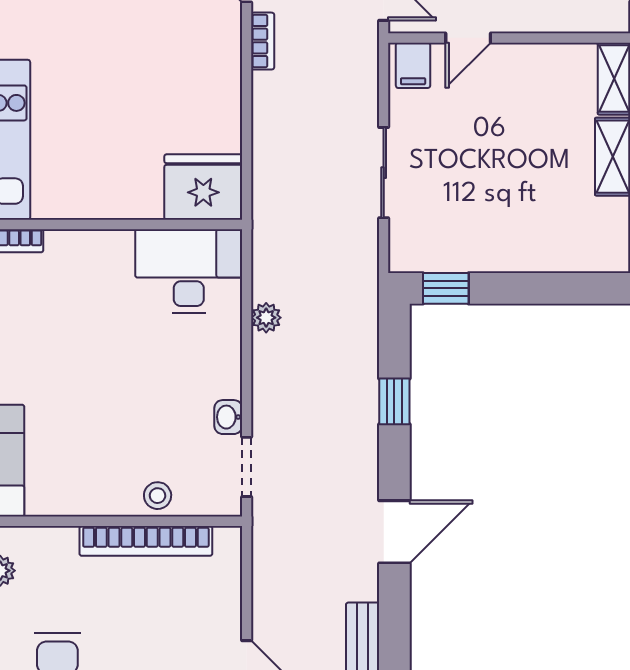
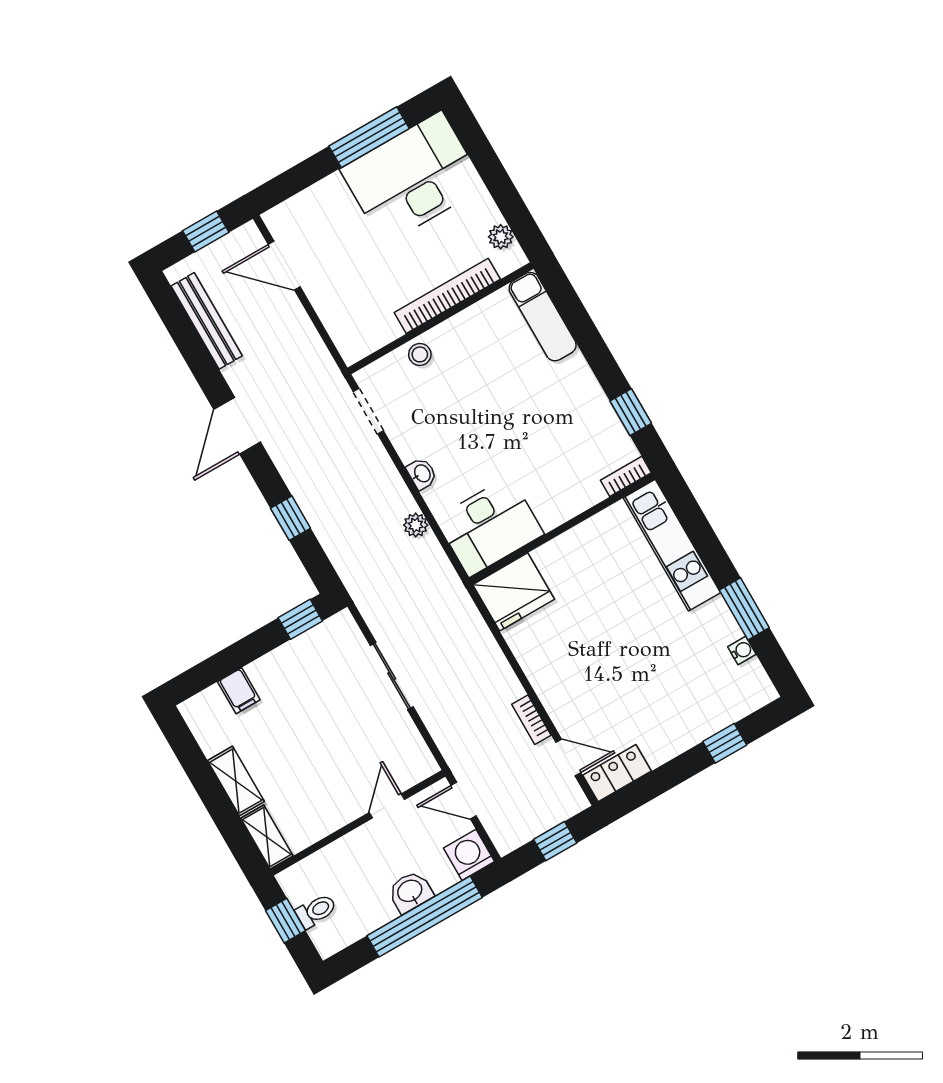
filing cabinet: (413, 65) -> (239, 691), moved, turned 180
washbasin: (228, 417) -> (422, 474), moved
bookcase: (146, 541) -> (447, 296), moved

